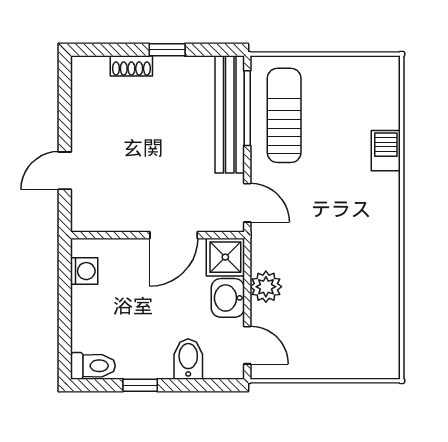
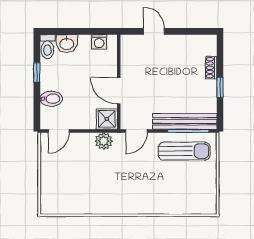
barbecue: (386, 151) -> (165, 207), removed
plant: (266, 287) -> (104, 141), moved
washbasin: (228, 298) -> (67, 44), moved, turned 180

